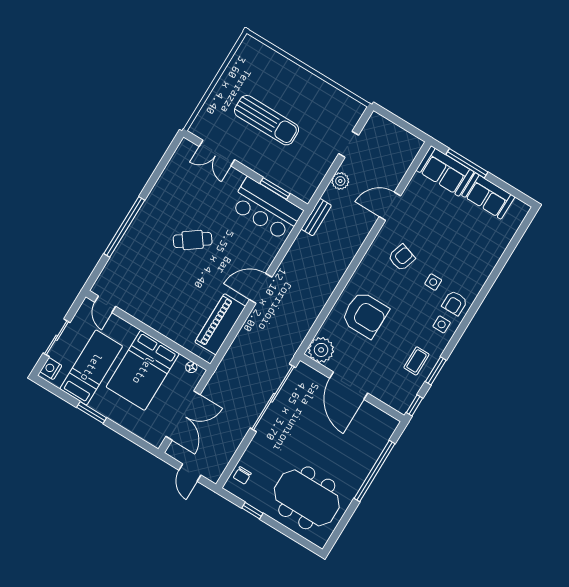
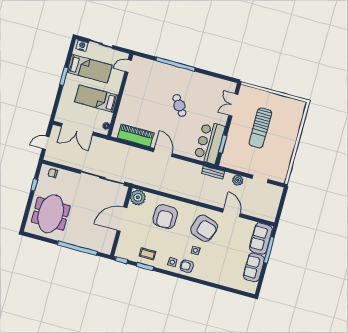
armchair: (402, 258) -> (204, 228), width x1.88, depth x1.88
bed: (143, 370) -> (96, 99), width x0.67

